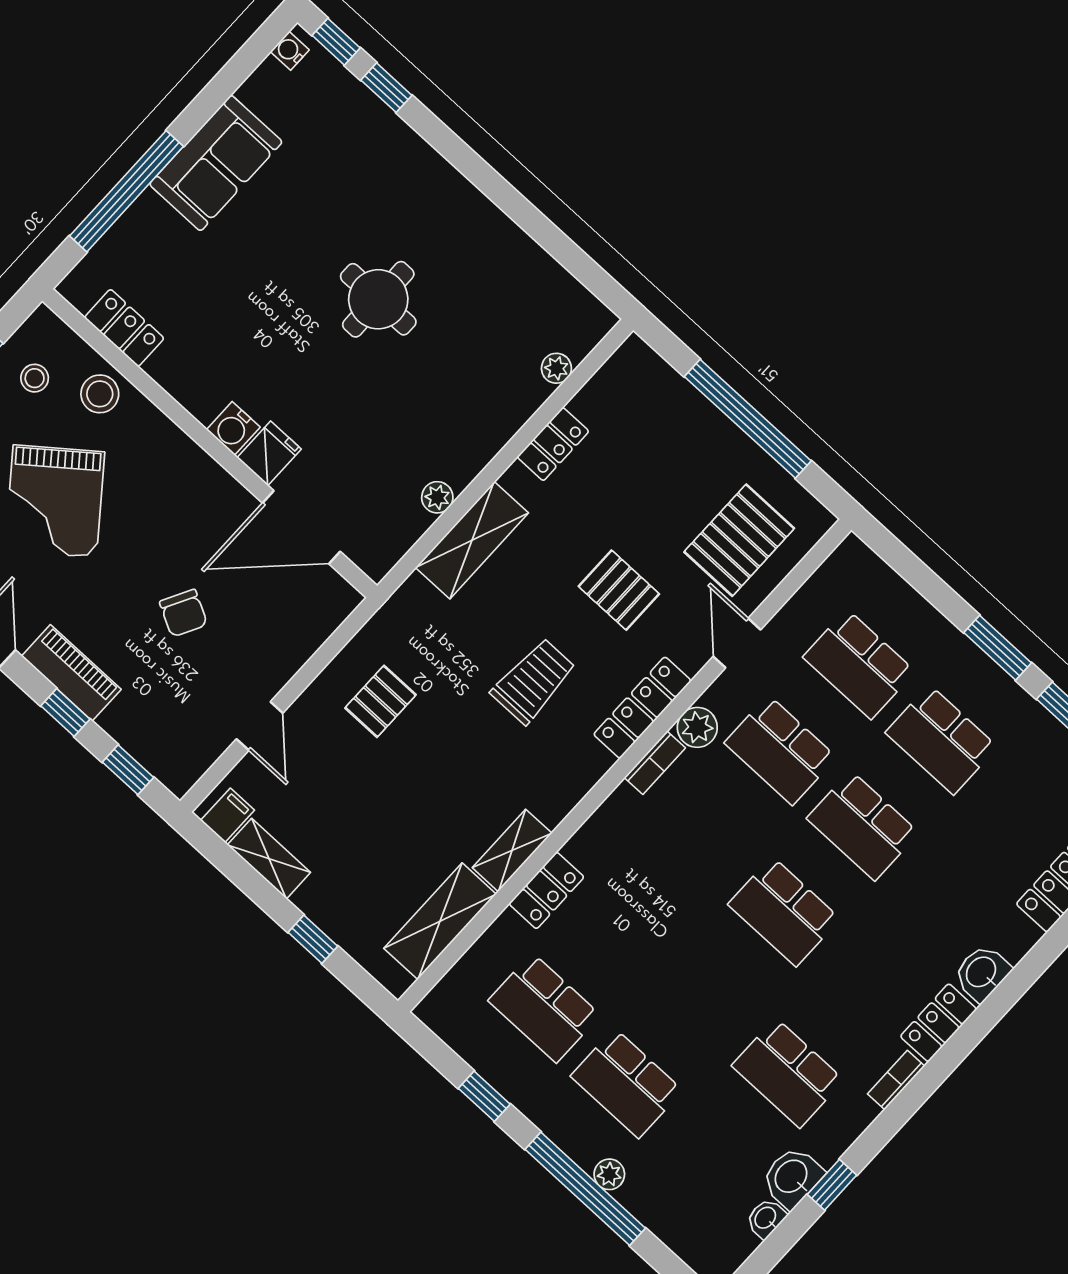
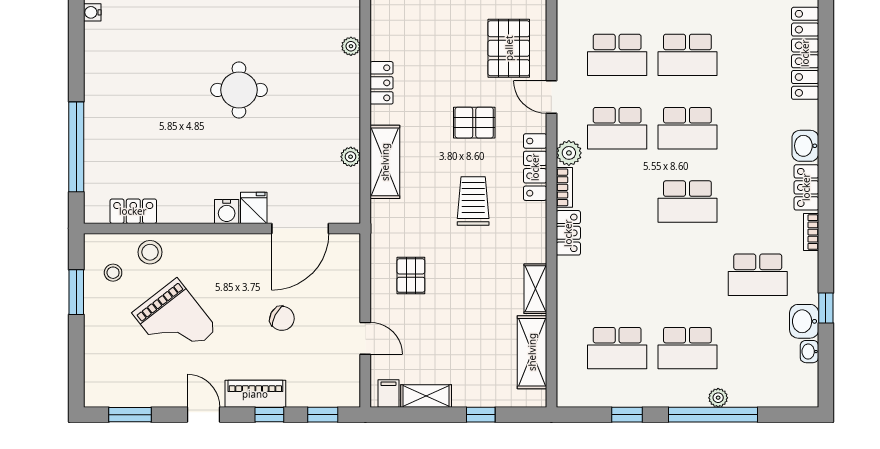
sofa: (216, 163) -> (106, 96), removed
locker: (547, 890) -> (568, 233), moved

